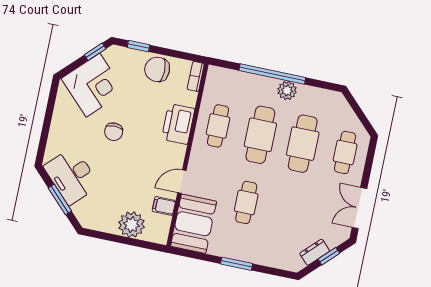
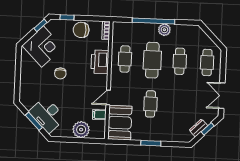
cafe table: (303, 144) -> (180, 61), width x0.73, depth x0.74
desk: (72, 176) -> (47, 115), moved

